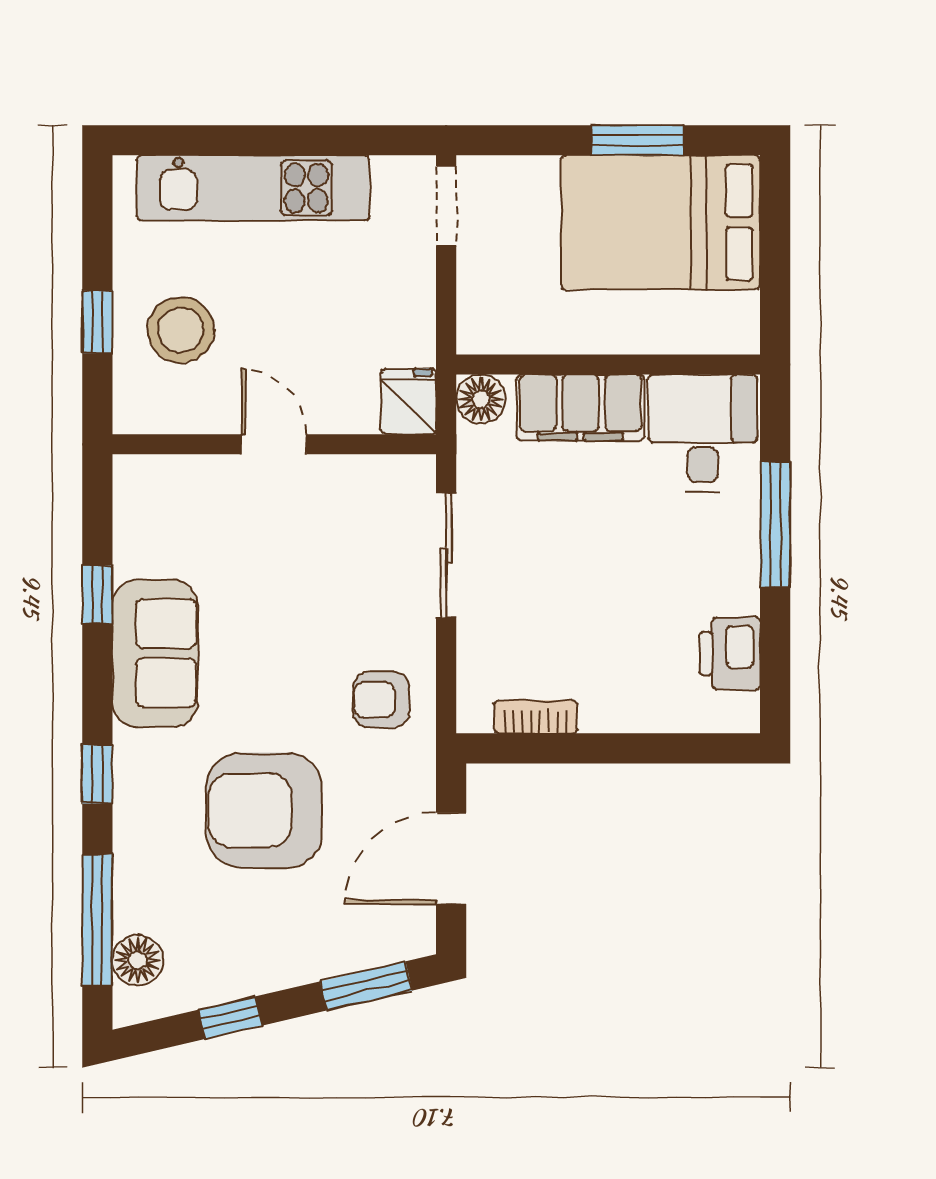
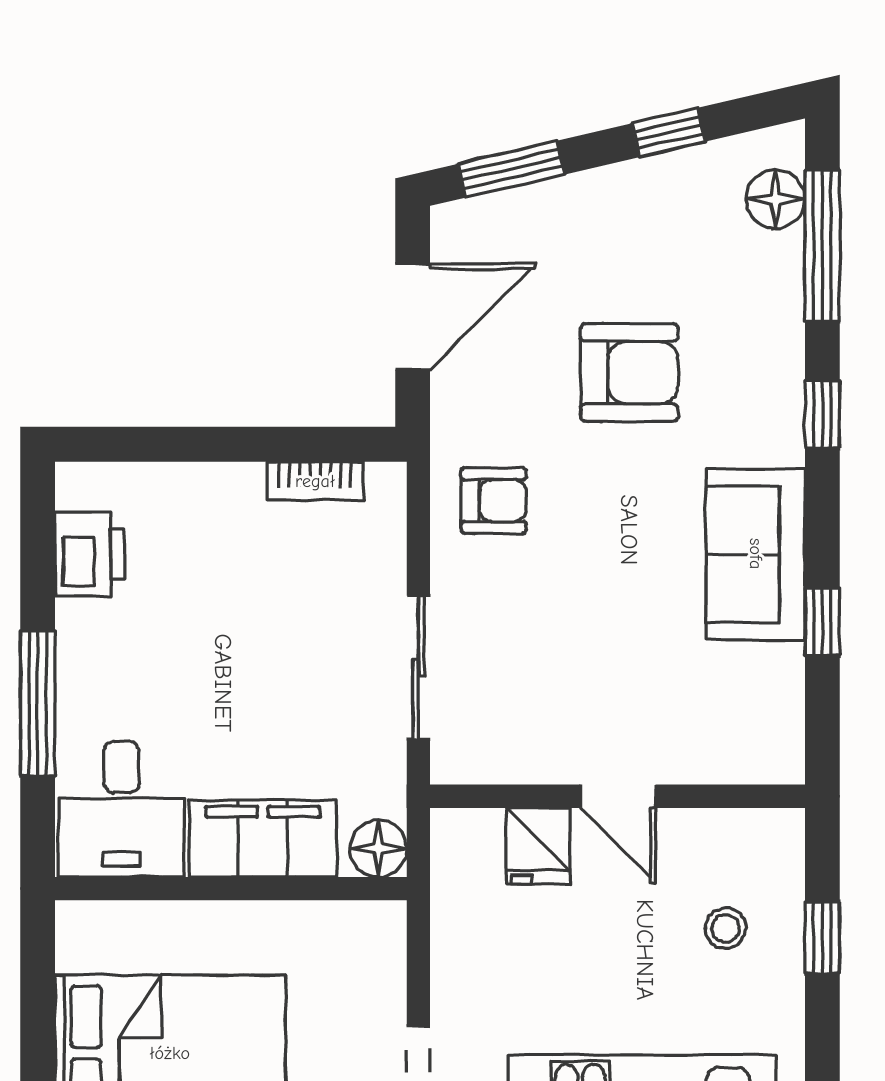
stool: (181, 330) -> (726, 928), width x0.53, depth x0.53
fridge: (409, 401) -> (538, 846), moved
armchair: (264, 810) -> (629, 373), width x0.73, depth x0.73

